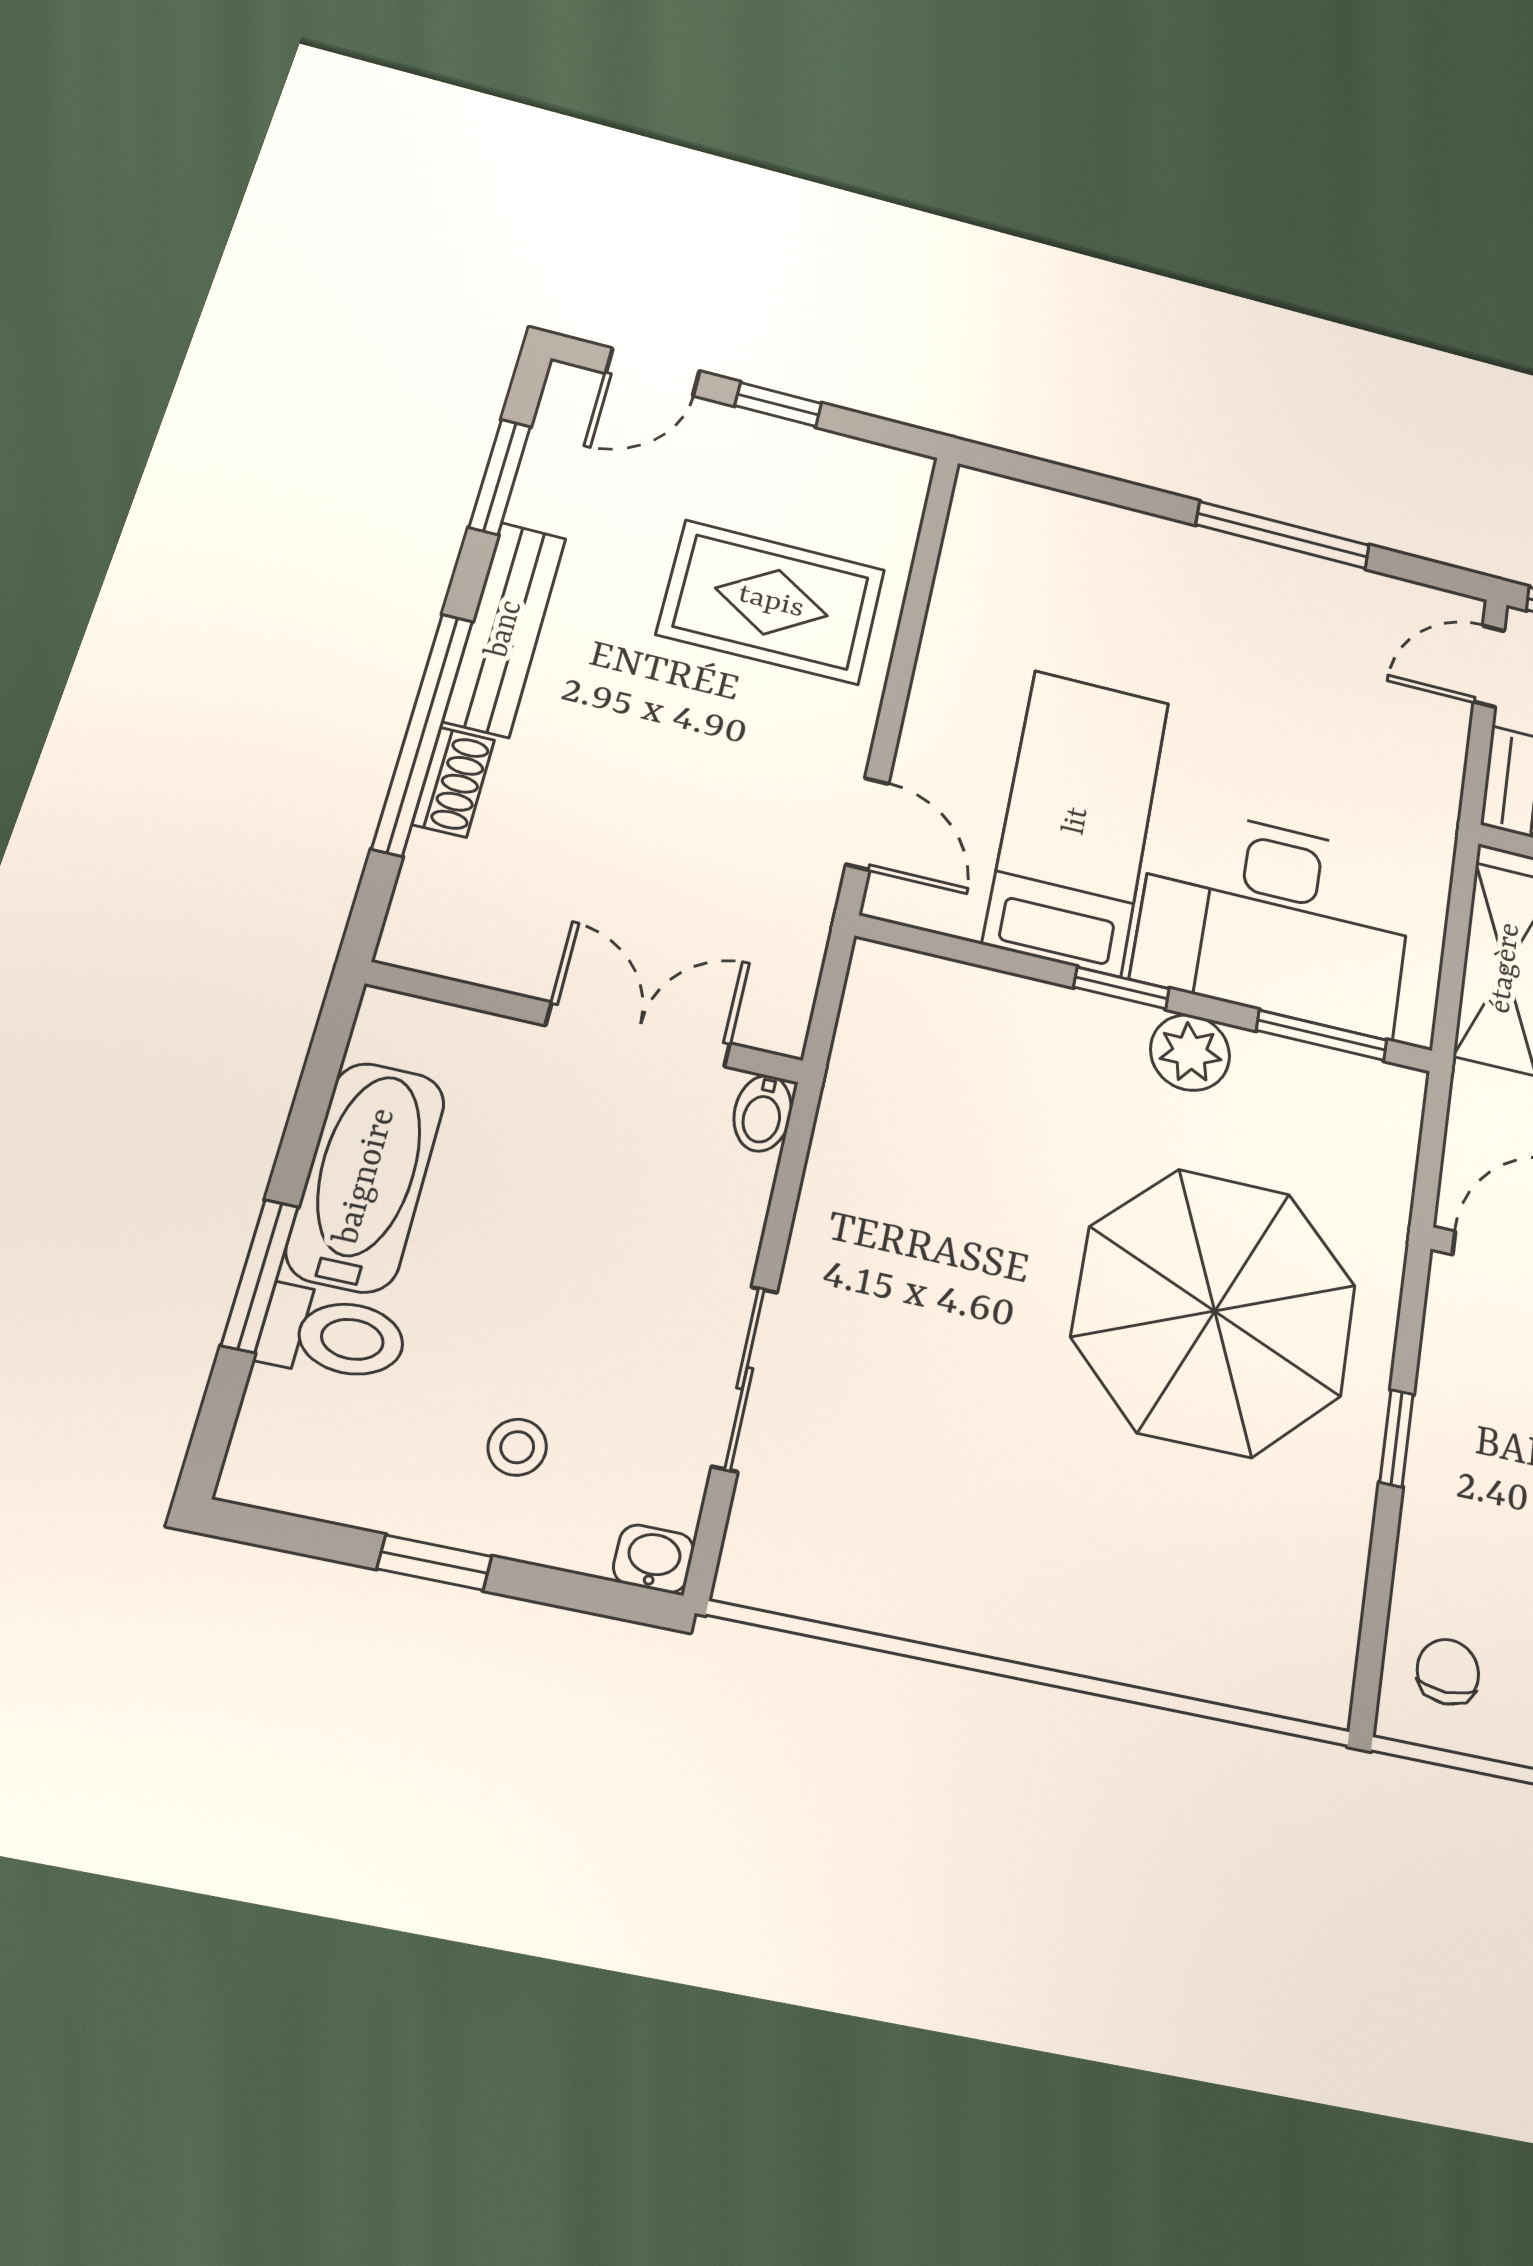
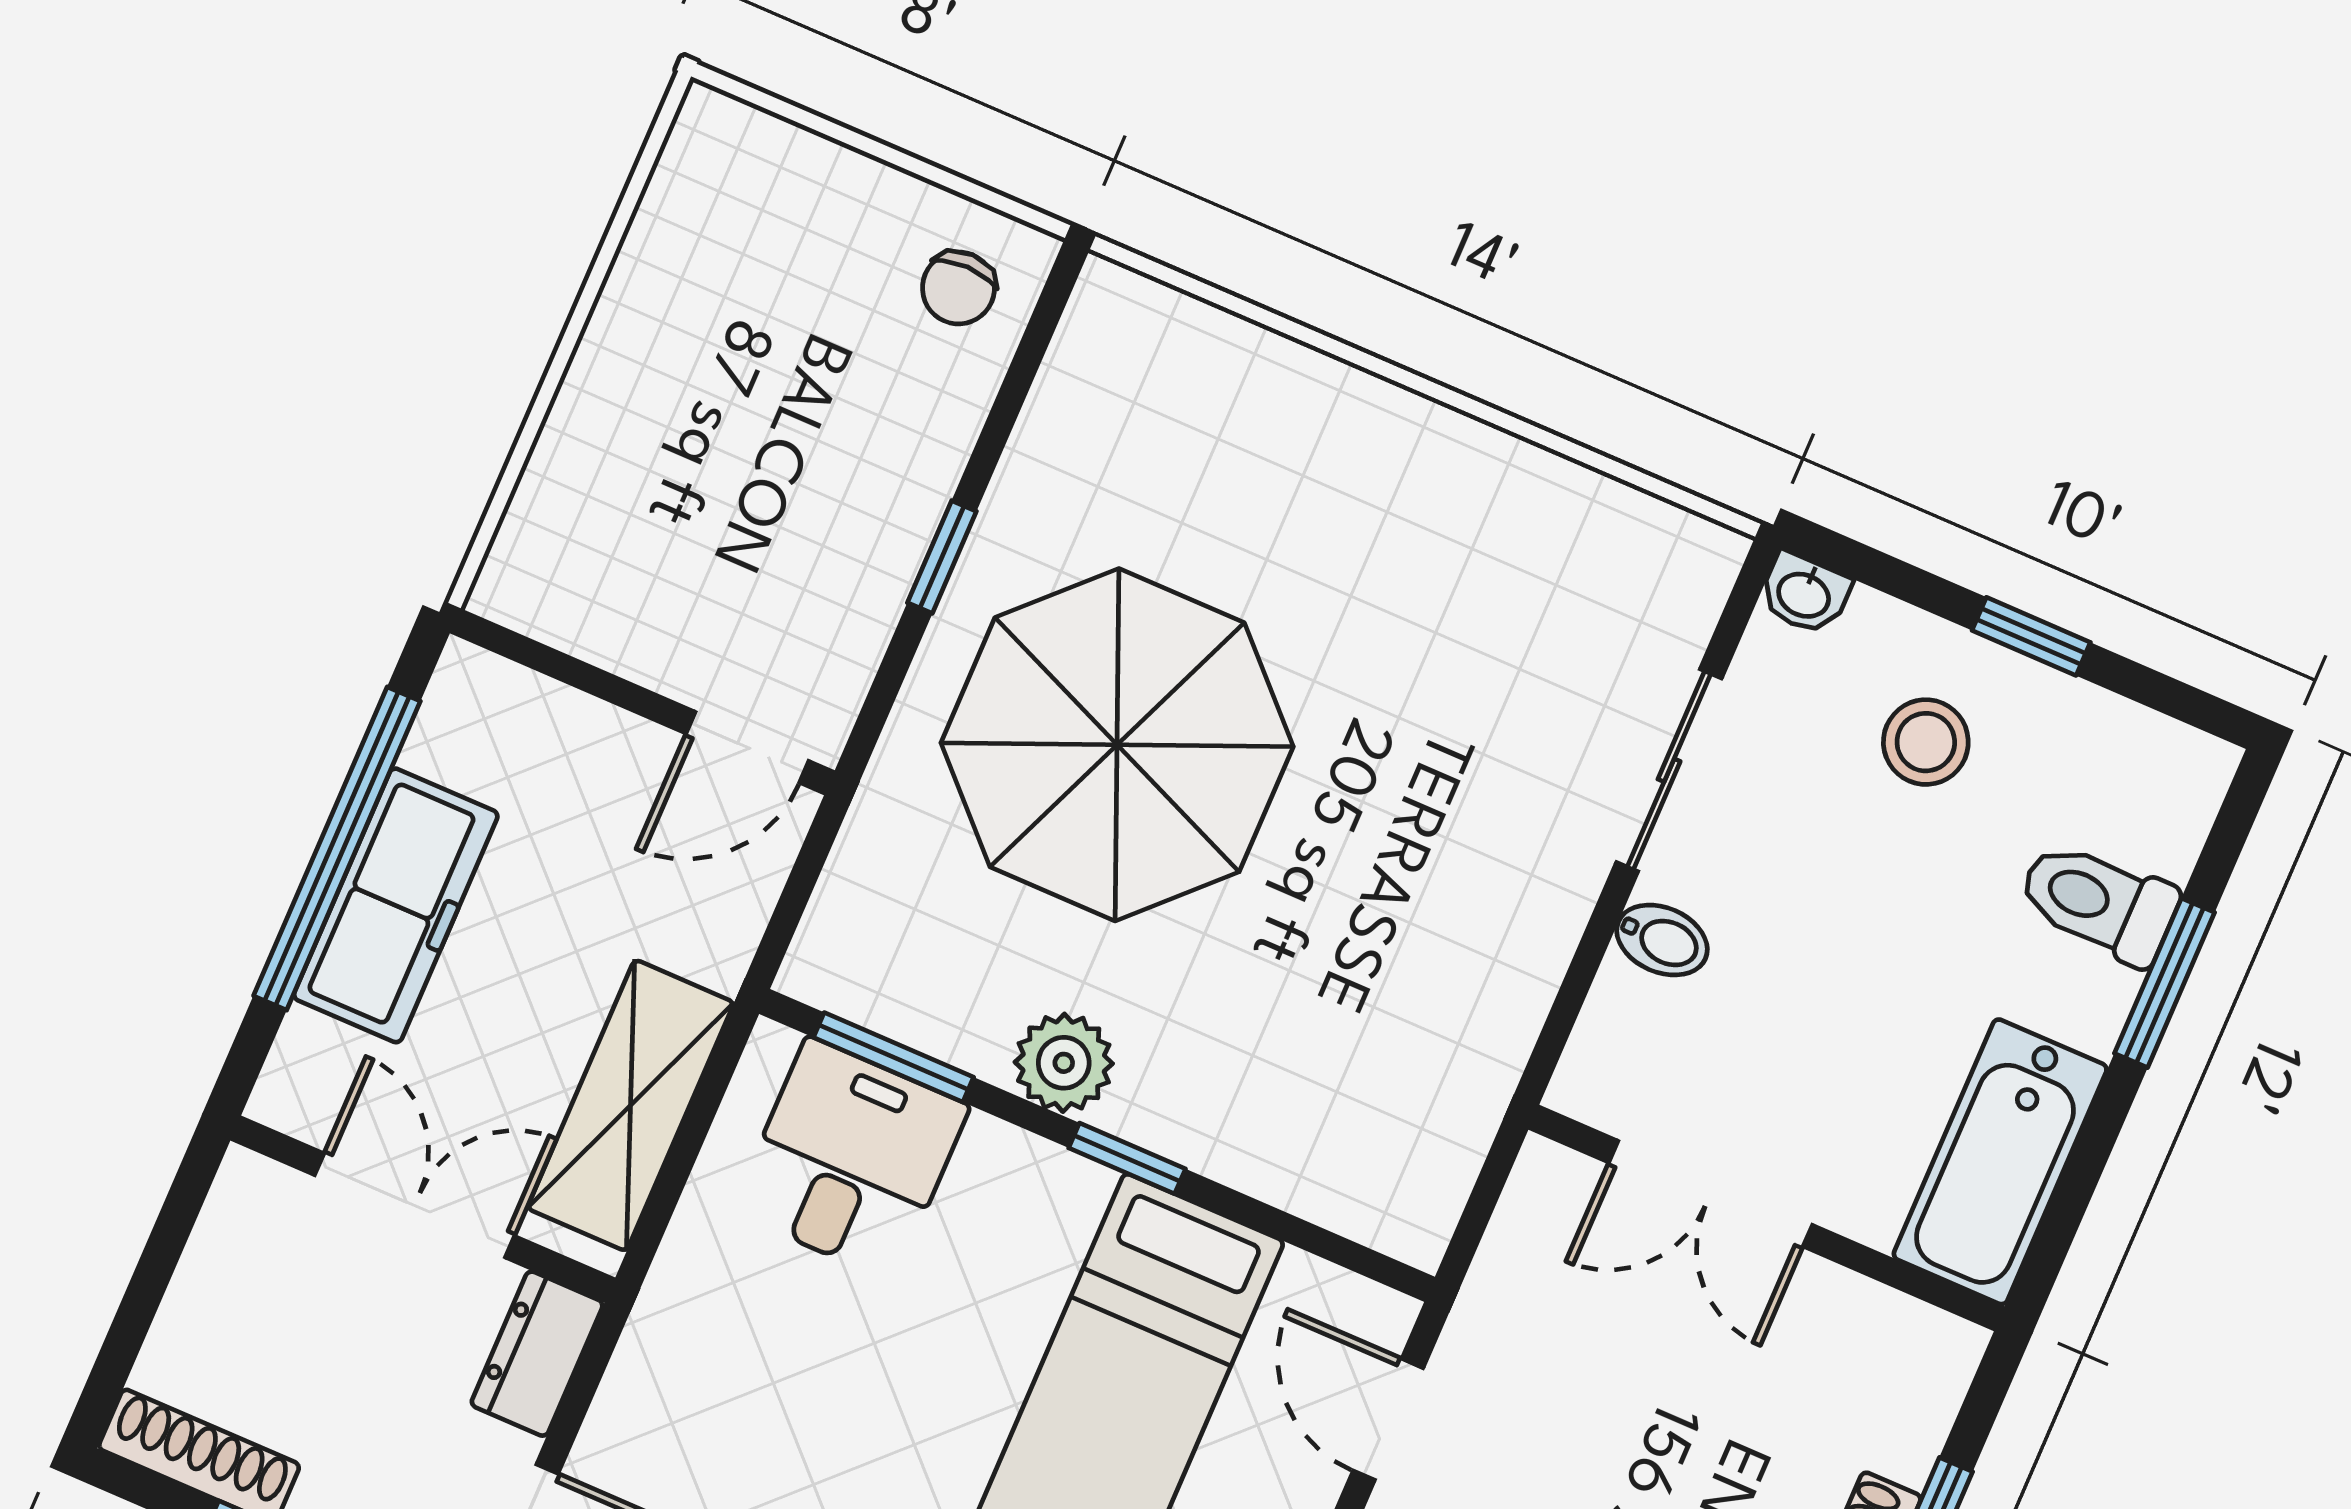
desk: (1275, 919) -> (850, 1159), width x0.53, depth x0.77
bidet: (763, 1113) -> (1662, 940), moved, turned 90
bathtub: (366, 1176) -> (2000, 1162), moved
stool: (517, 1447) -> (1926, 742), width x1.37, depth x1.37

